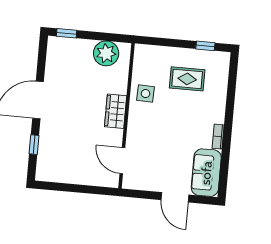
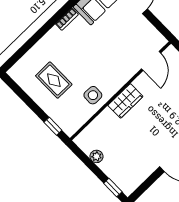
window: (205, 46) -> (53, 126), moved
plant: (106, 53) -> (97, 156), width x0.53, depth x0.53

